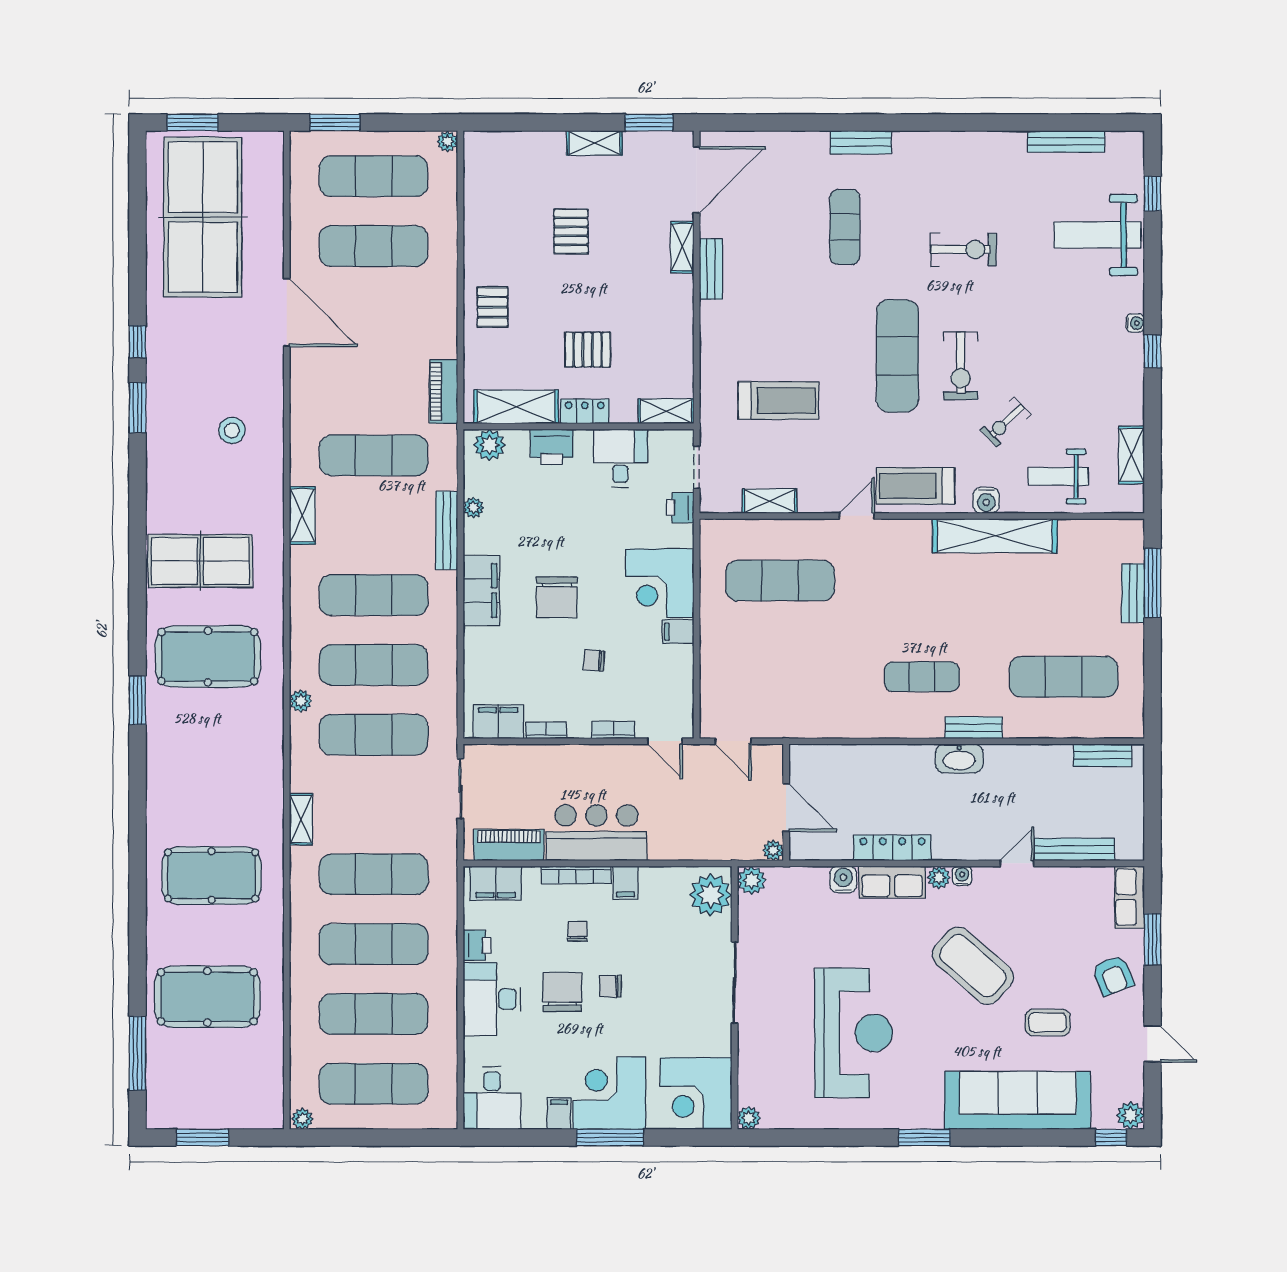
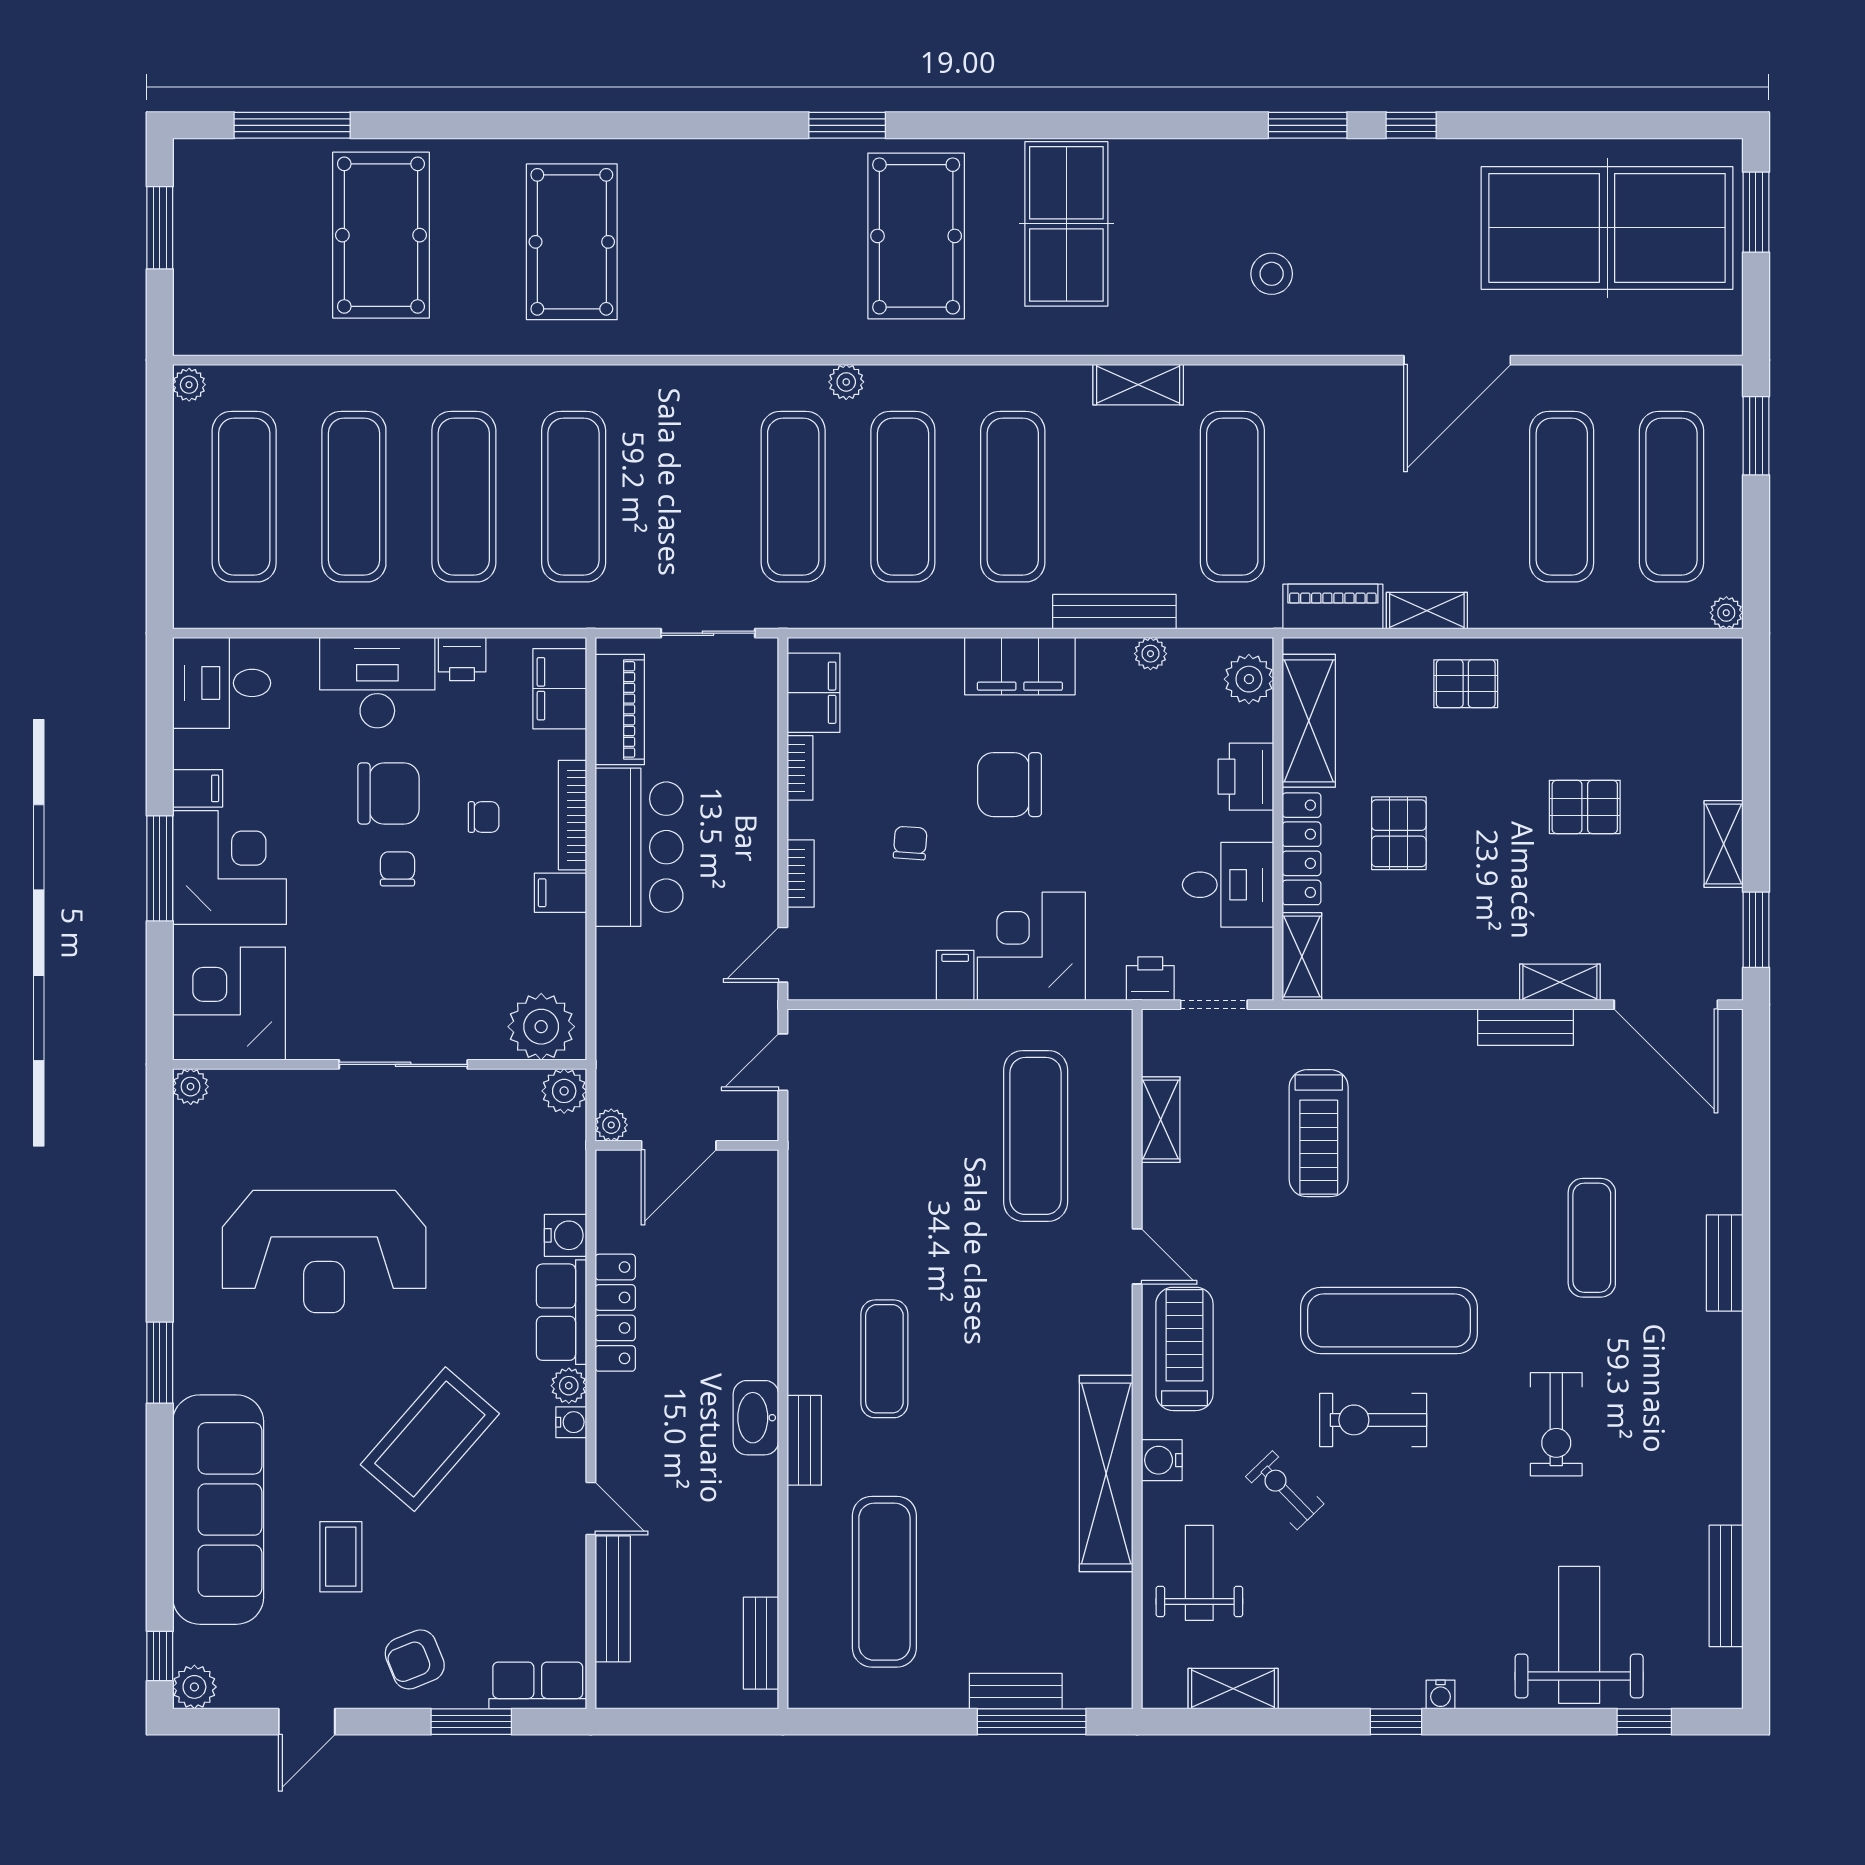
exercise mat: (845, 227) -> (1592, 1238), turned 90
locker: (585, 411) -> (1302, 849), width x1.53
shelving: (301, 819) -> (1427, 611), moved

